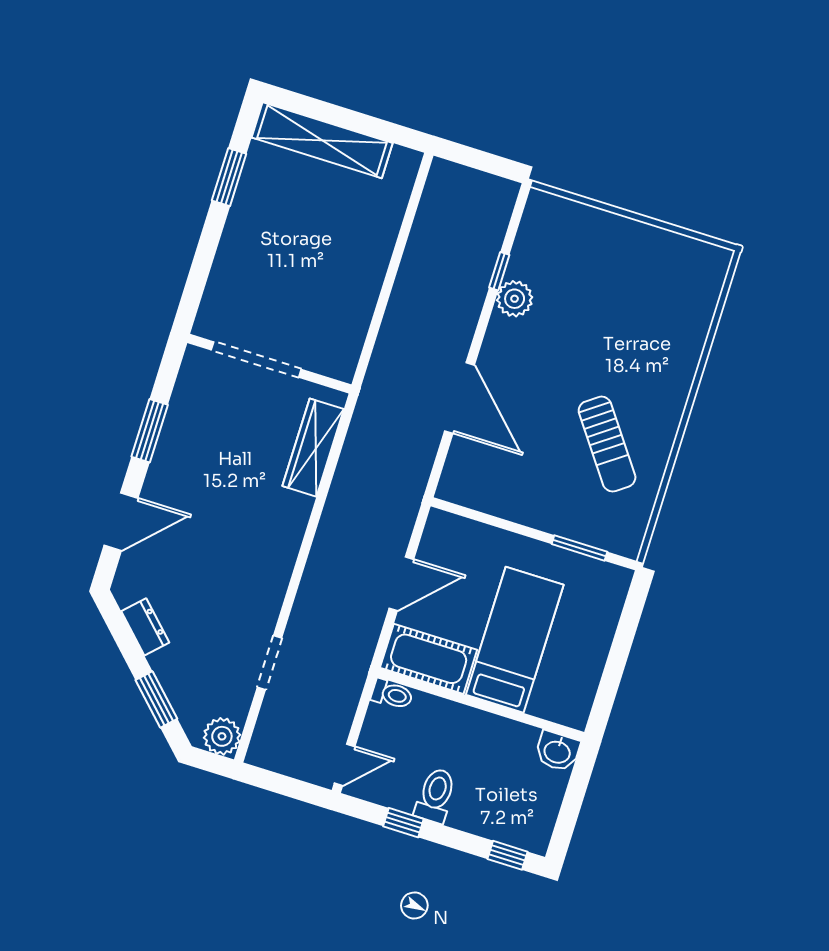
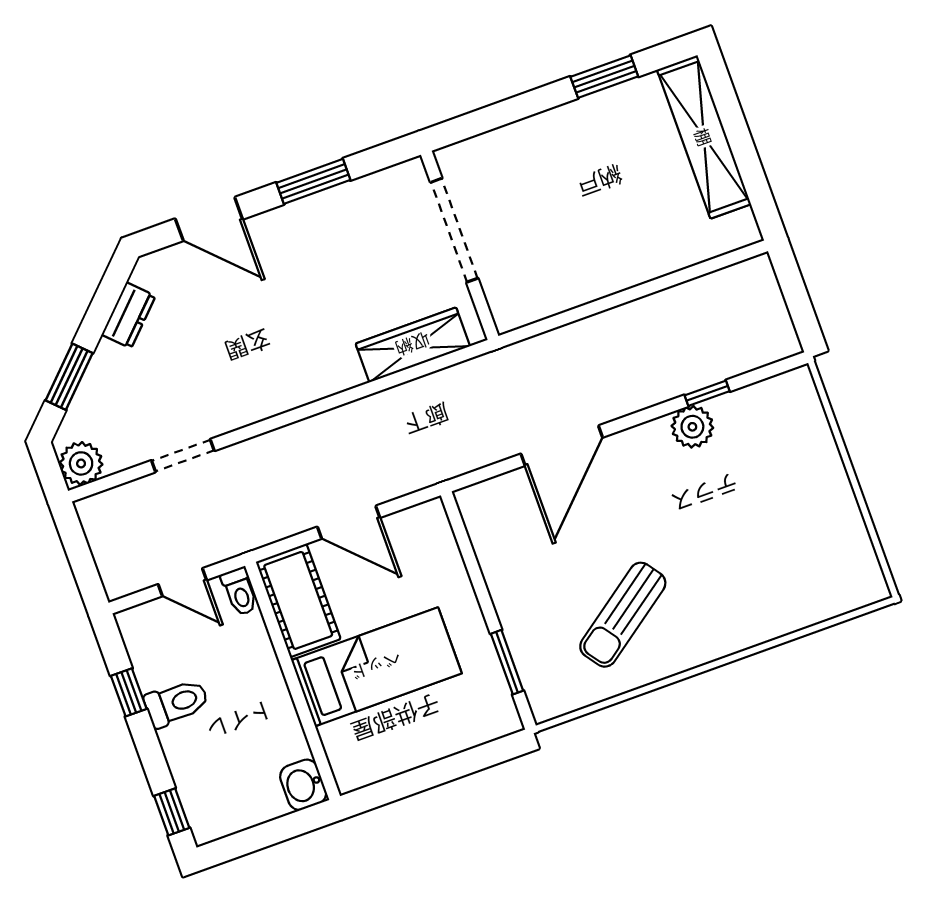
door: (345, 765) -> (182, 582), moved

